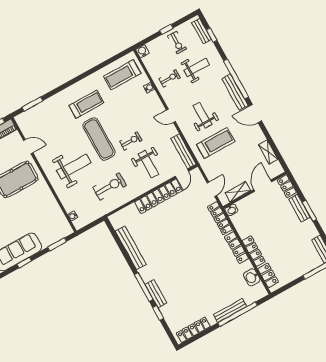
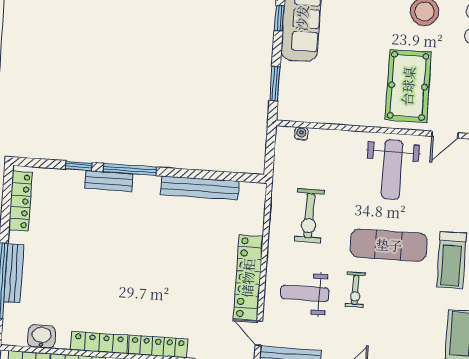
weight bench: (74, 167) -> (392, 170), moved

